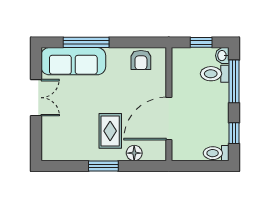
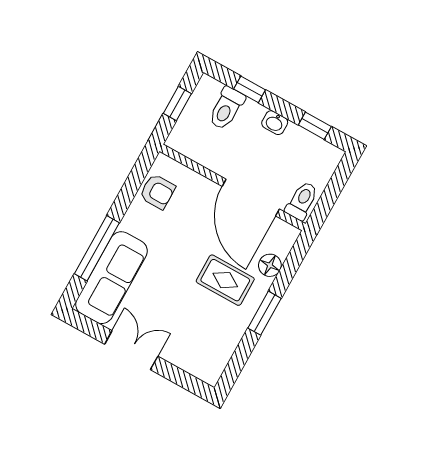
washbasin: (222, 56) -> (275, 123), moved
window: (234, 81) -> (250, 89), width x0.46
toilet: (216, 153) -> (302, 201), moved, turned 180

